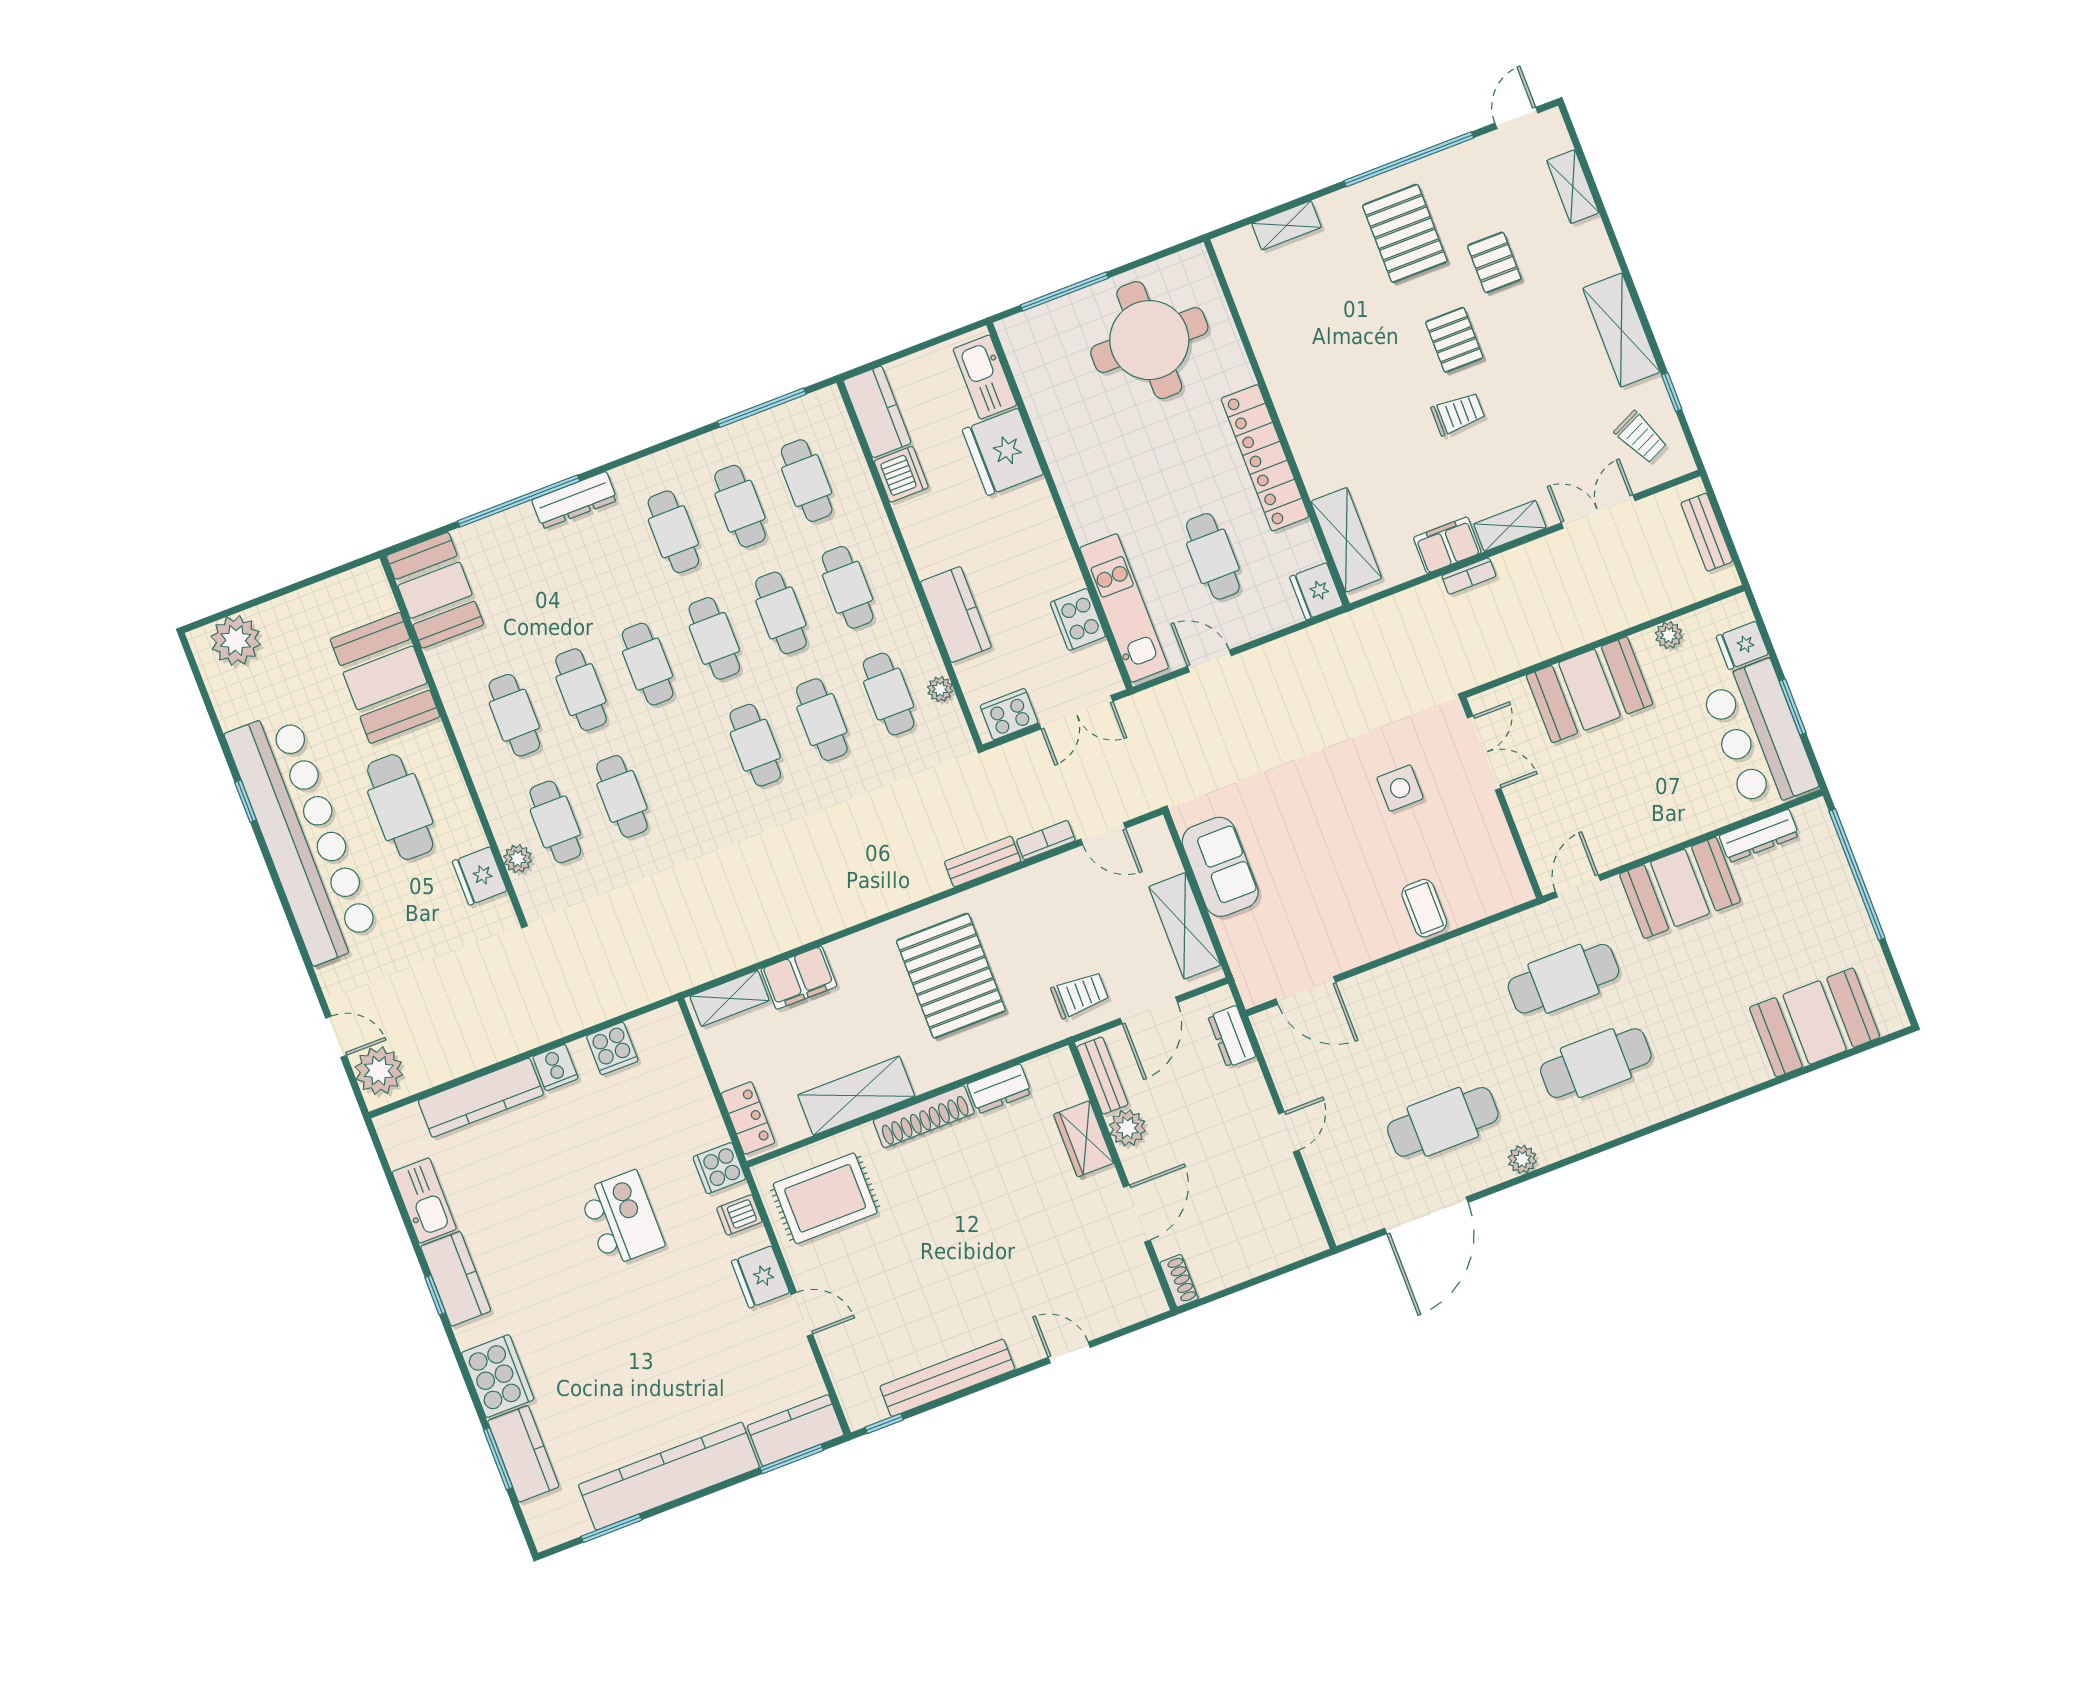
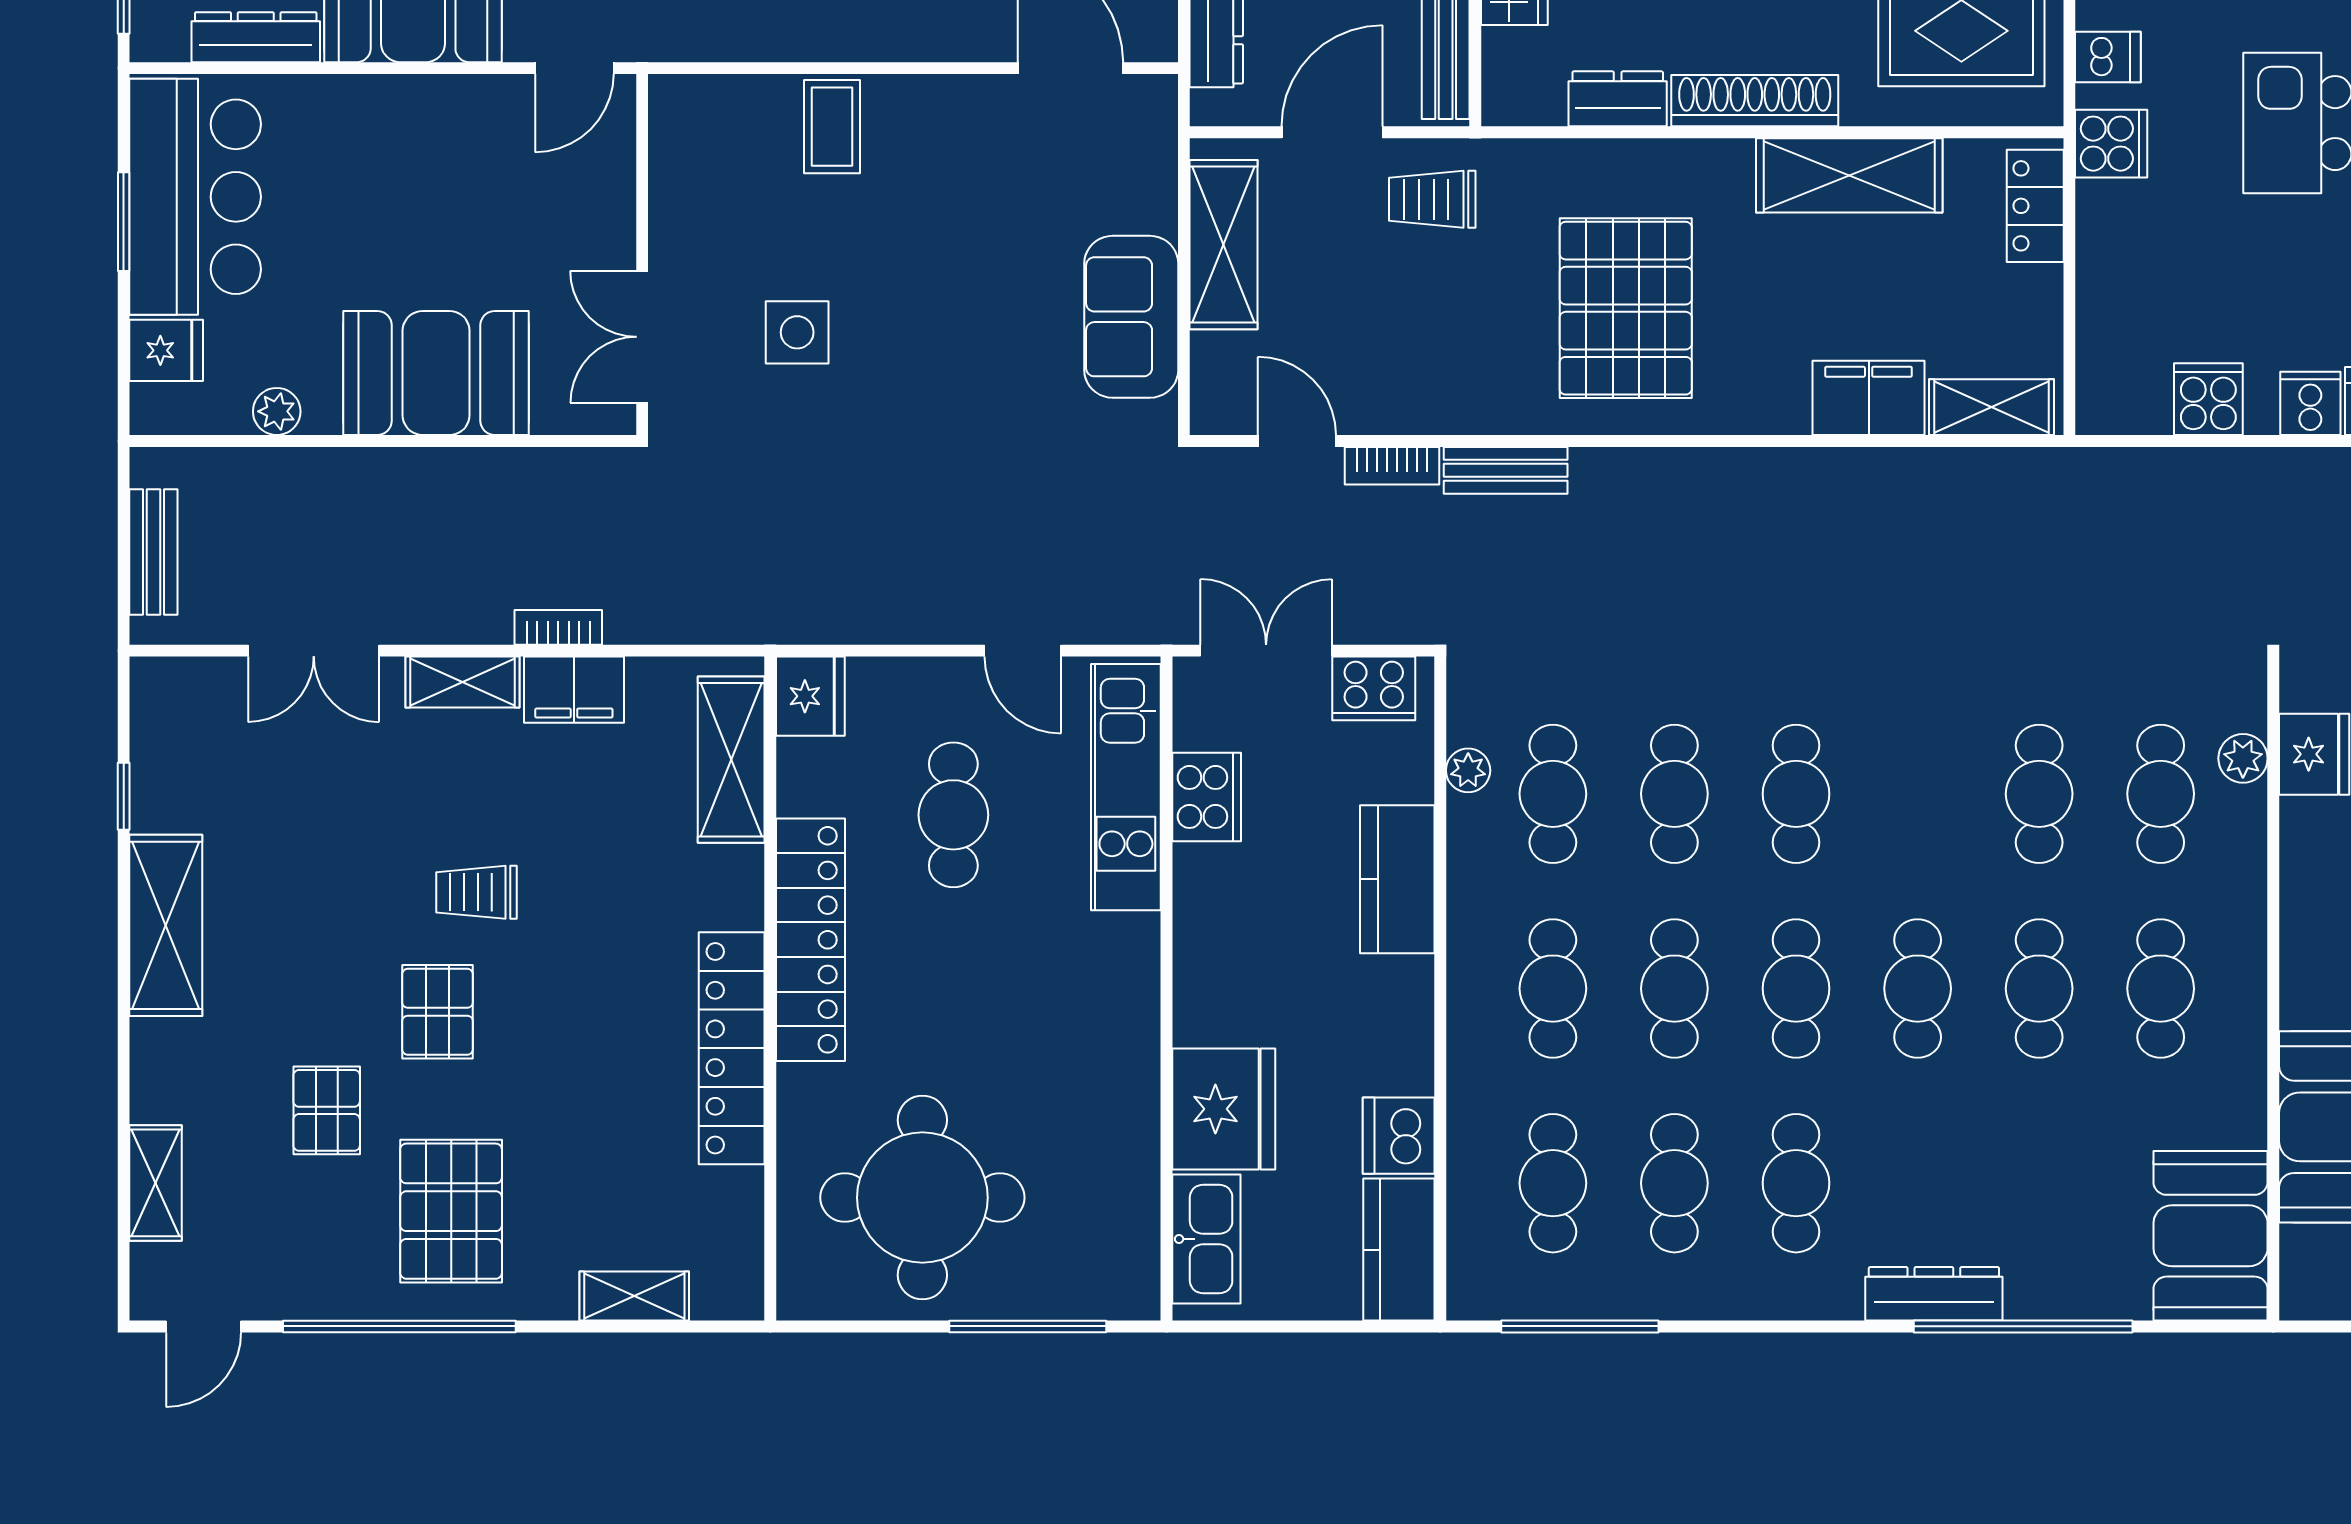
locker: (1285, 382) -> (732, 1048), added
trolley: (1641, 437) -> (201, 743), removed

